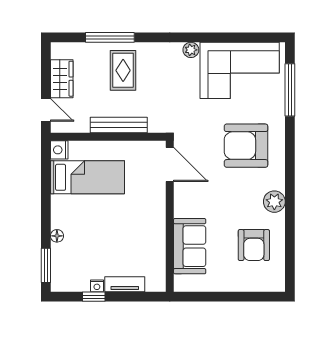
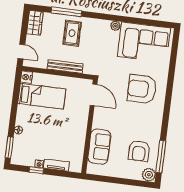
wardrobe: (62, 79) -> (35, 23), moved
window: (290, 90) -> (161, 157), moved
plant: (274, 202) -> (149, 175), moved

